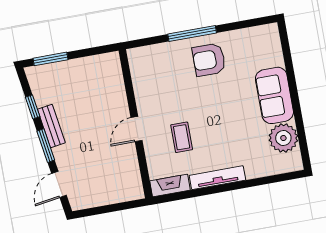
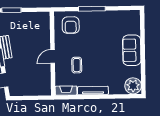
armchair: (209, 60) -> (71, 25), moved, turned -90
plant: (283, 138) -> (133, 86), moved

